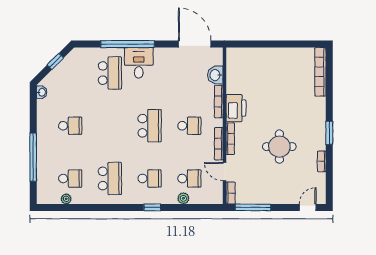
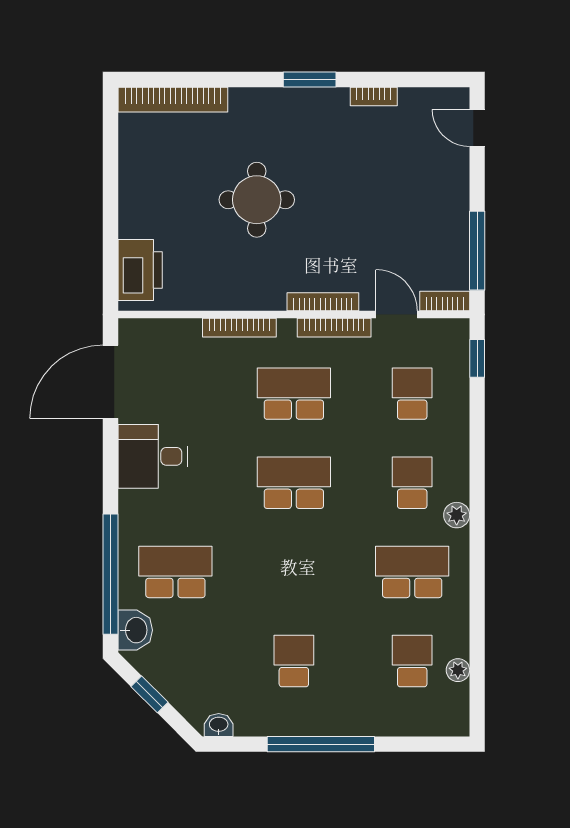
window: (128, 44) -> (111, 574), moved
desk: (139, 63) -> (153, 456), moved
washbasin: (215, 75) -> (135, 630), moved, turned -90
printer: (236, 108) -> (140, 270), moved, turned 90
school desk: (189, 126) -> (294, 394), width x1.85
round table: (279, 147) -> (257, 200), moved
window: (33, 157) -> (321, 744), moved
door: (225, 172) -> (397, 315), swing flipped
plant: (183, 198) -> (457, 515), moved
window: (152, 207) -> (477, 358), moved

